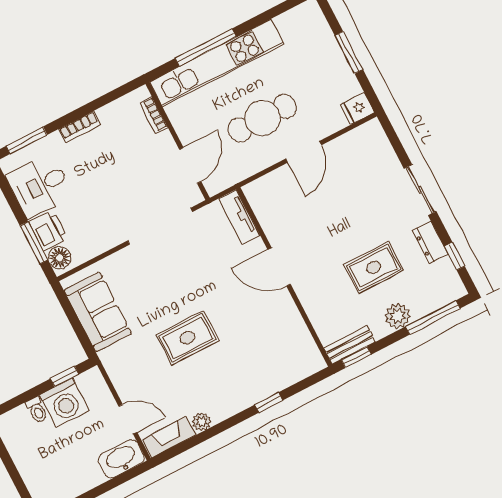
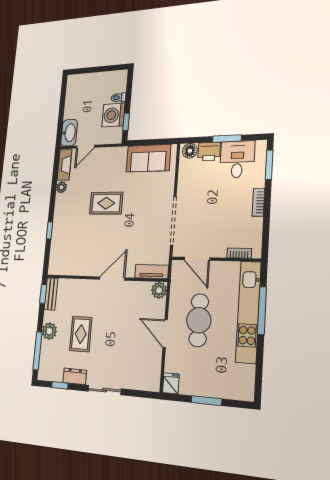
plant: (257, 192) -> (159, 290), added
window: (34, 243) -> (227, 139), moved
rug: (188, 338) -> (106, 203), turned 90

